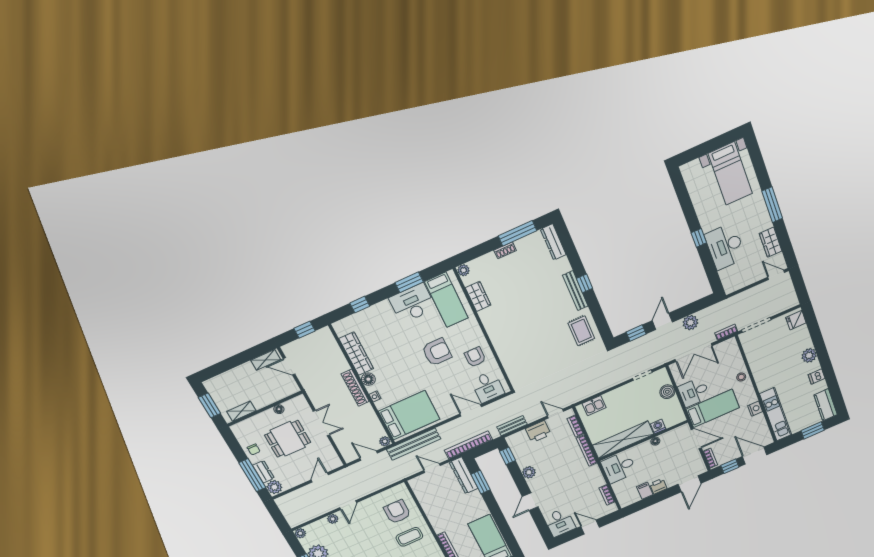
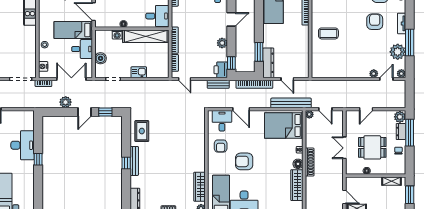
wardrobe: (478, 296) -> (200, 187), width x1.50
kitchen sink: (594, 406) -> (139, 72), moved
nightstand: (755, 409) -> (43, 66), moved
printer: (538, 432) -> (221, 70), moved, turned -90
door: (348, 505) -> (386, 79), moved
armchair: (397, 512) -> (327, 57), removed

